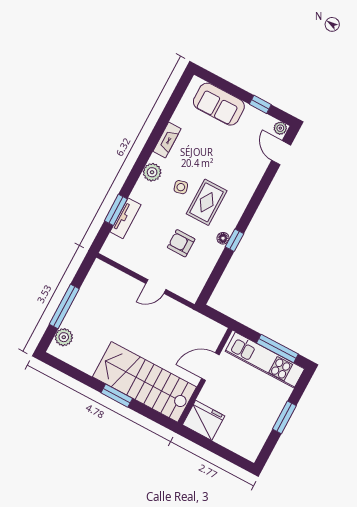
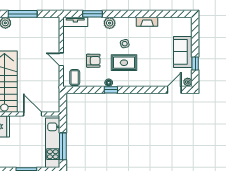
sofa: (219, 104) -> (183, 52), moved
plant: (152, 172) -> (110, 23), moved
tv unit: (126, 218) -> (75, 22), moved
armchair: (181, 243) -> (93, 61), turned 90
coffee table: (191, 281) -> (75, 78), added

